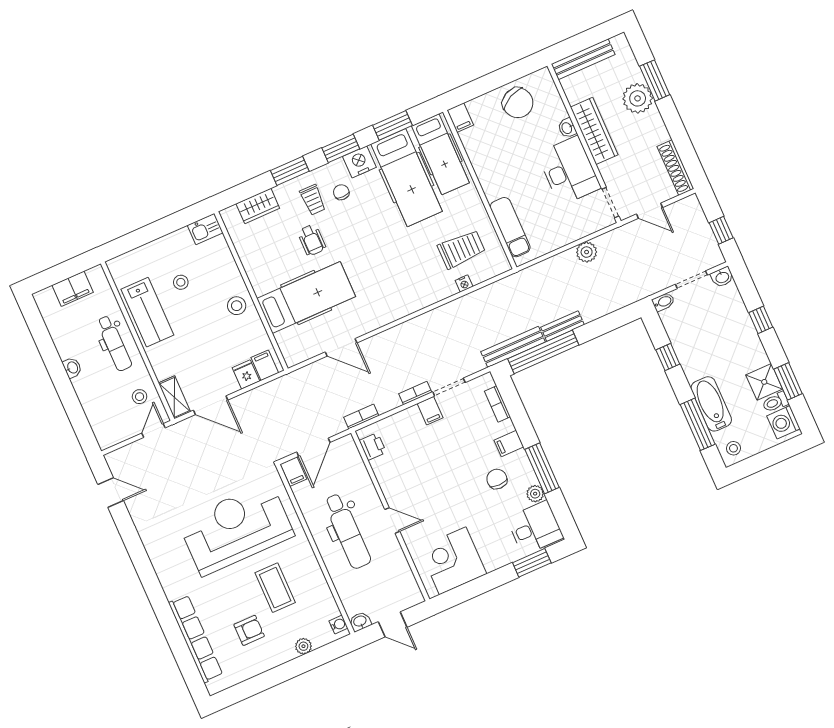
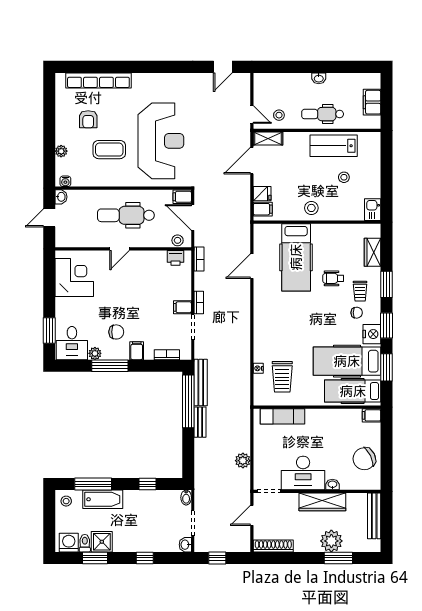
trolley: (313, 200) -> (360, 291), turned -90
stool: (350, 453) -> (178, 240), added

